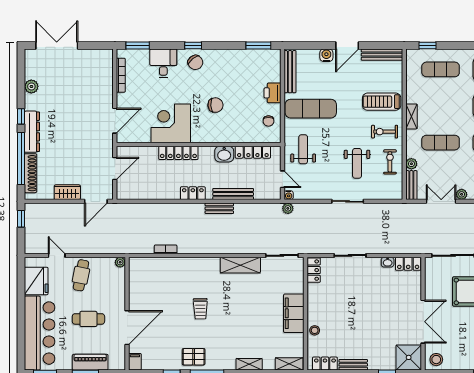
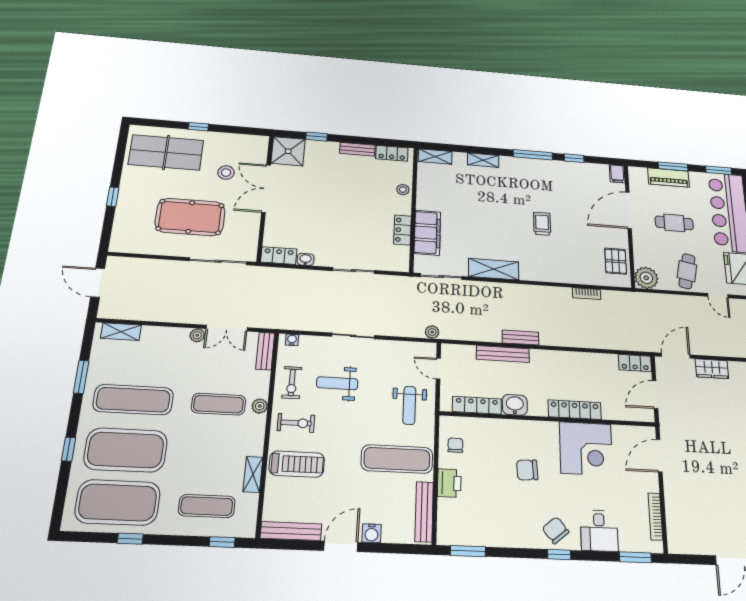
shelving: (411, 116) -> (253, 474), moved
weight bench: (357, 163) -> (337, 383), turned -90
plant: (411, 164) -> (260, 406), moved
locker: (193, 193) -> (635, 363), moved
water cooler: (289, 195) -> (292, 340), moved
plant: (120, 262) -> (646, 278), width x1.88, depth x1.88
locker: (314, 270) -> (402, 230), moved
filing cabinet: (294, 313) -> (427, 233), moved
pallet: (194, 357) -> (616, 261), moved, turned 90
stool: (436, 360) -> (226, 173), moved

